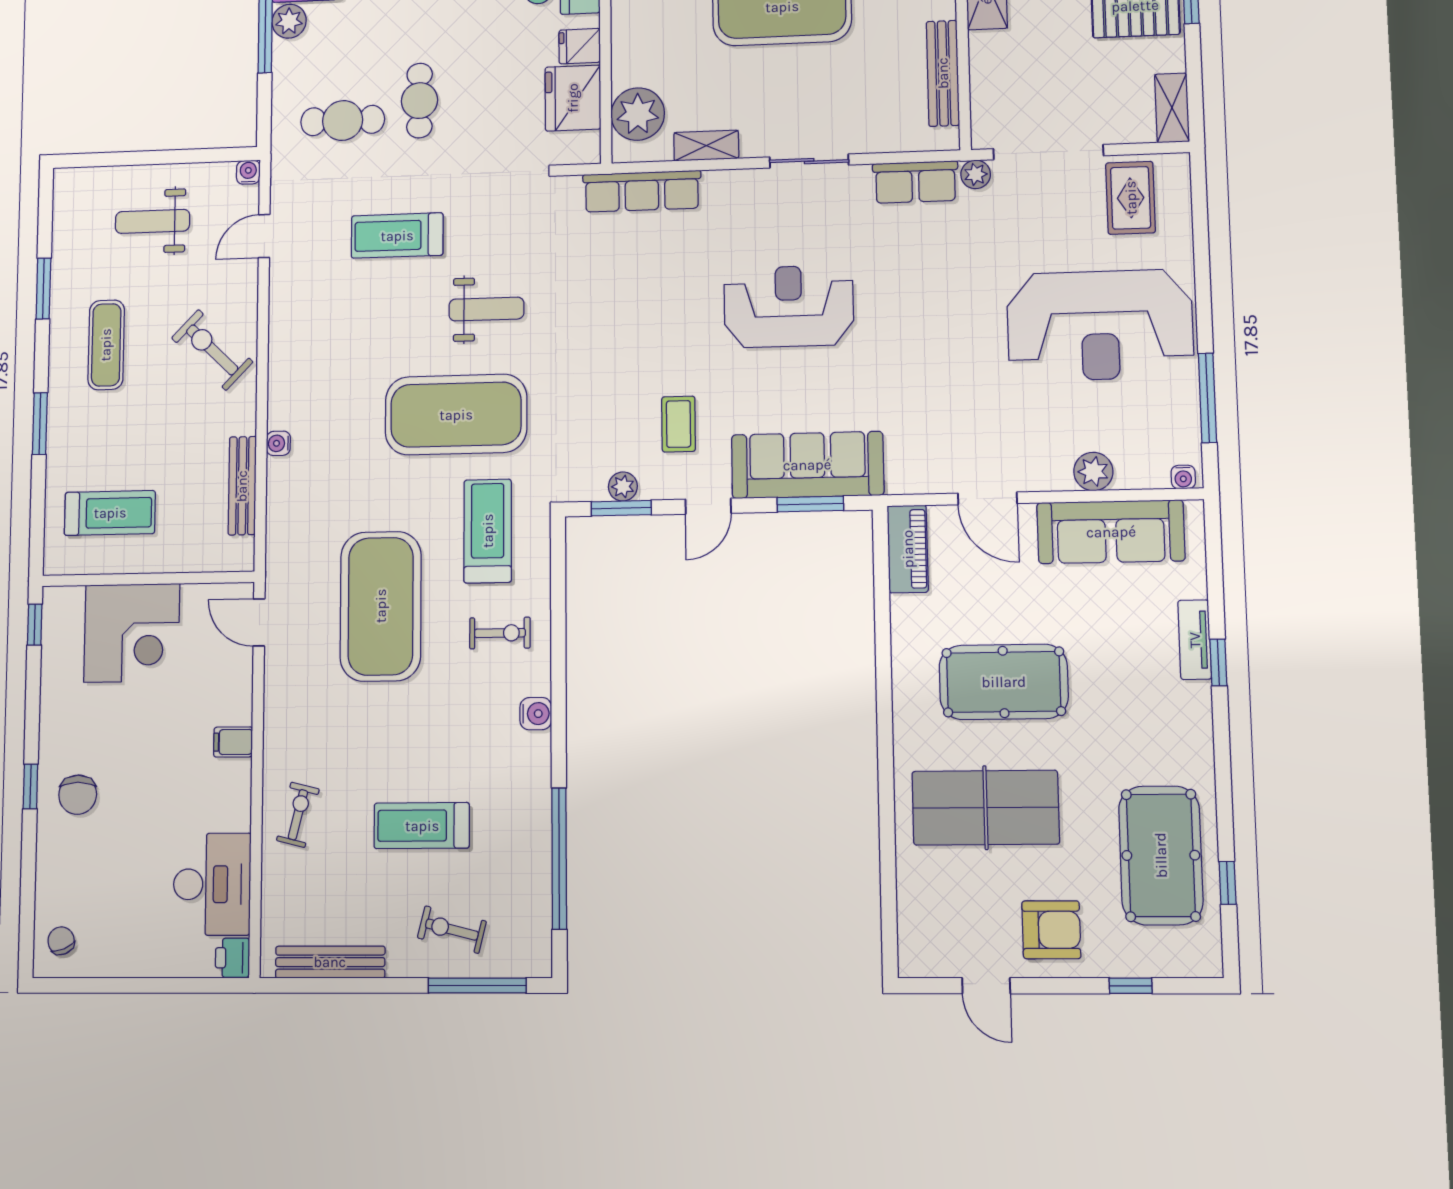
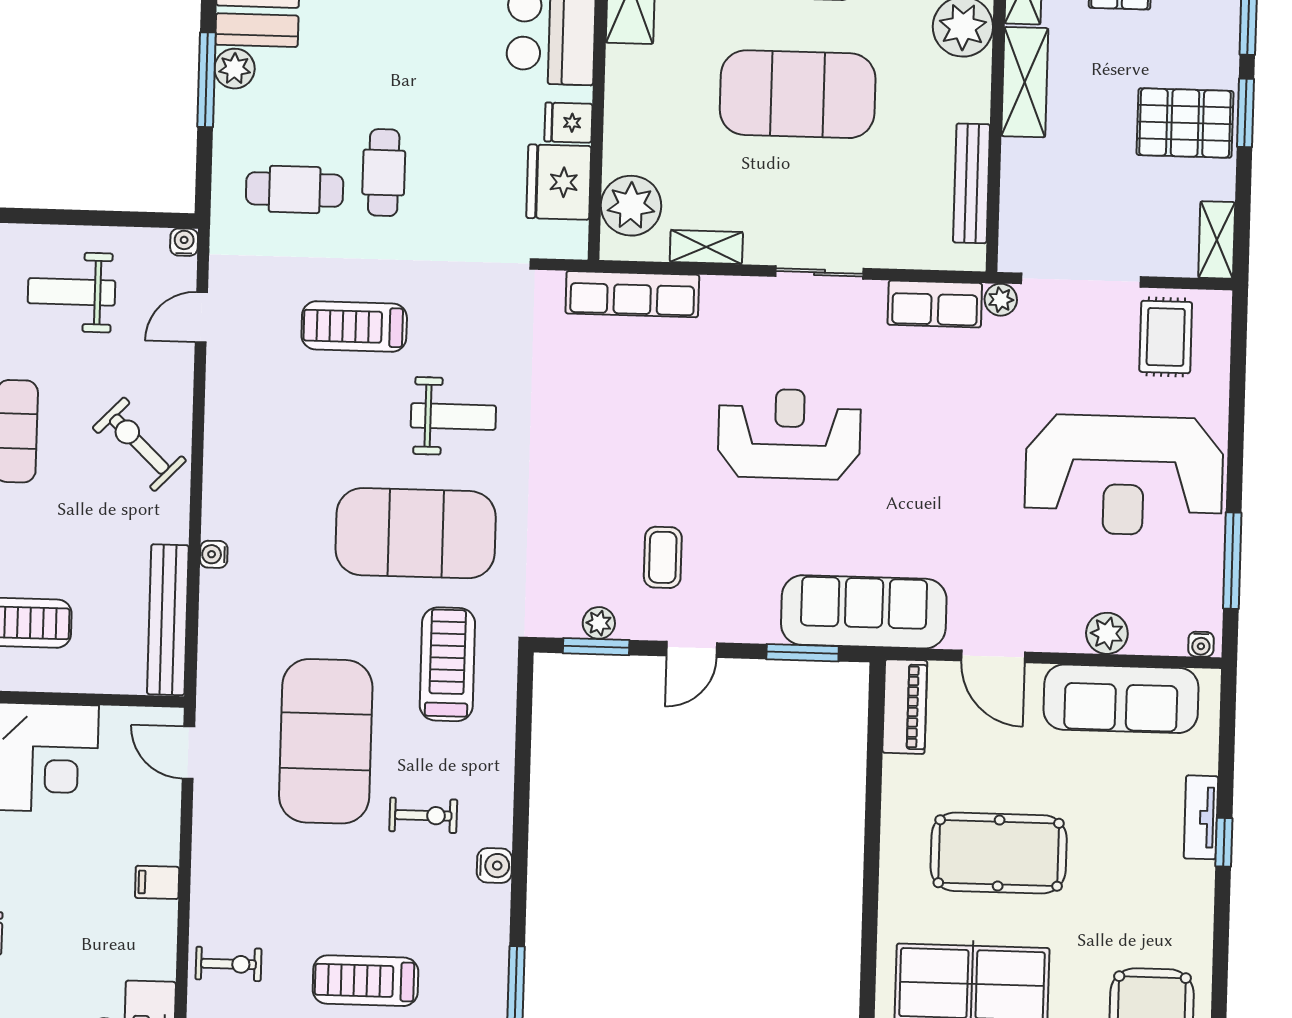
sofa: (807, 465) -> (864, 612), moved
bench: (242, 486) -> (168, 620), width x1.37, depth x1.21
exercise bike: (500, 633) -> (423, 815), moved
exercise bike: (298, 815) -> (229, 964), turned 76

